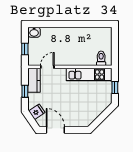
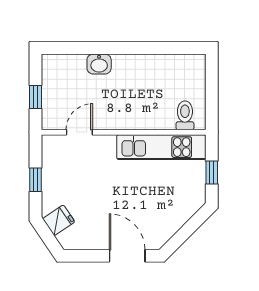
washbasin: (34, 32) -> (99, 64), moved
kitchen counter: (34, 80) -> (53, 158), removed
door: (55, 130) -> (127, 256), moved

